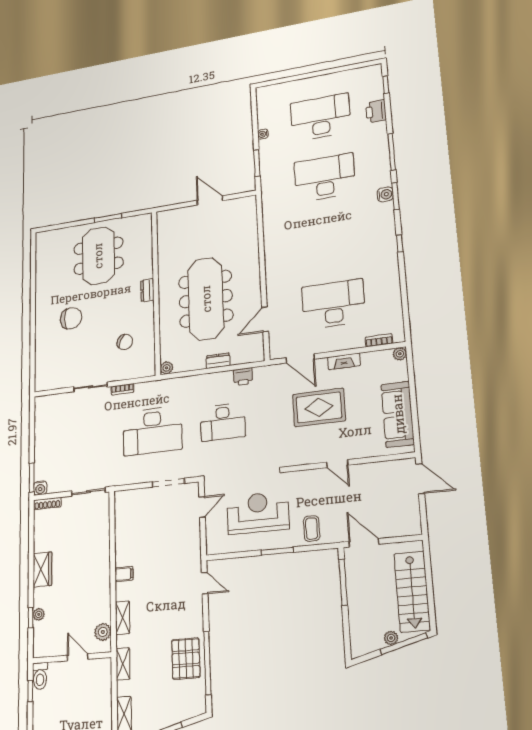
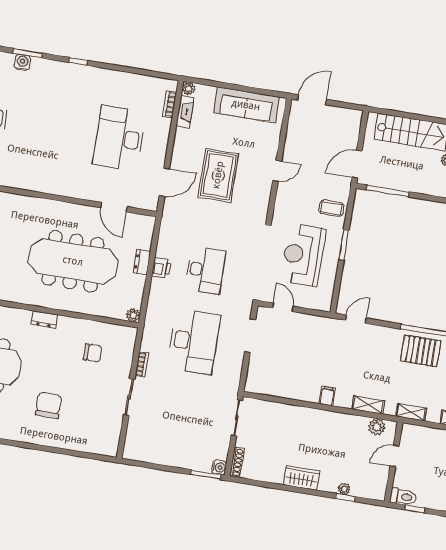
chair: (125, 342) -> (93, 353), turned 63
fireplace: (344, 361) -> (185, 112), moved
printer: (243, 377) -> (161, 268), moved

